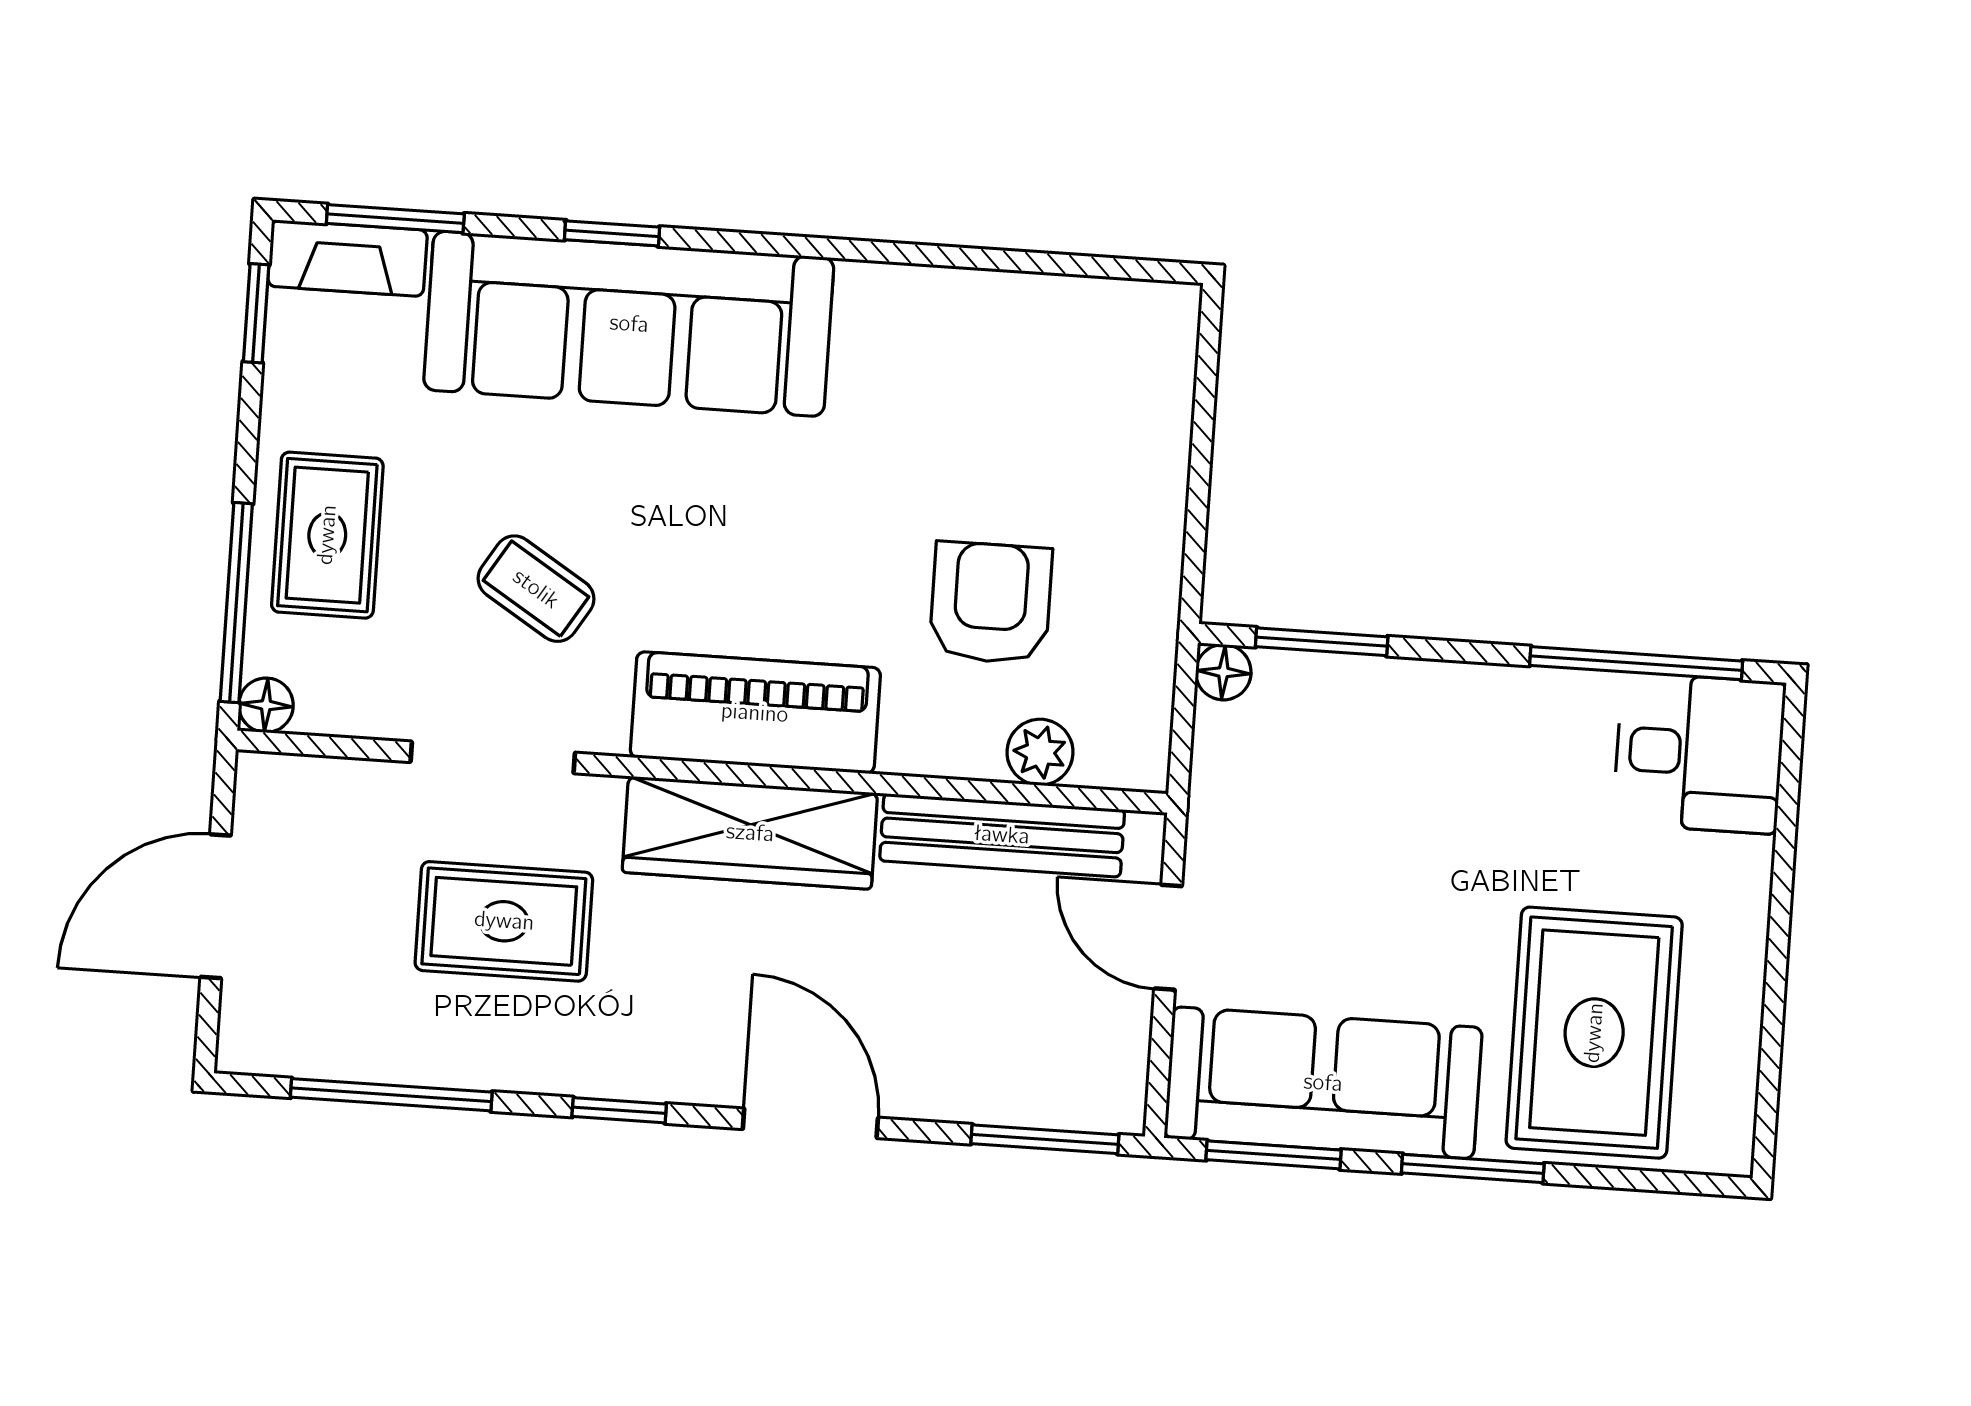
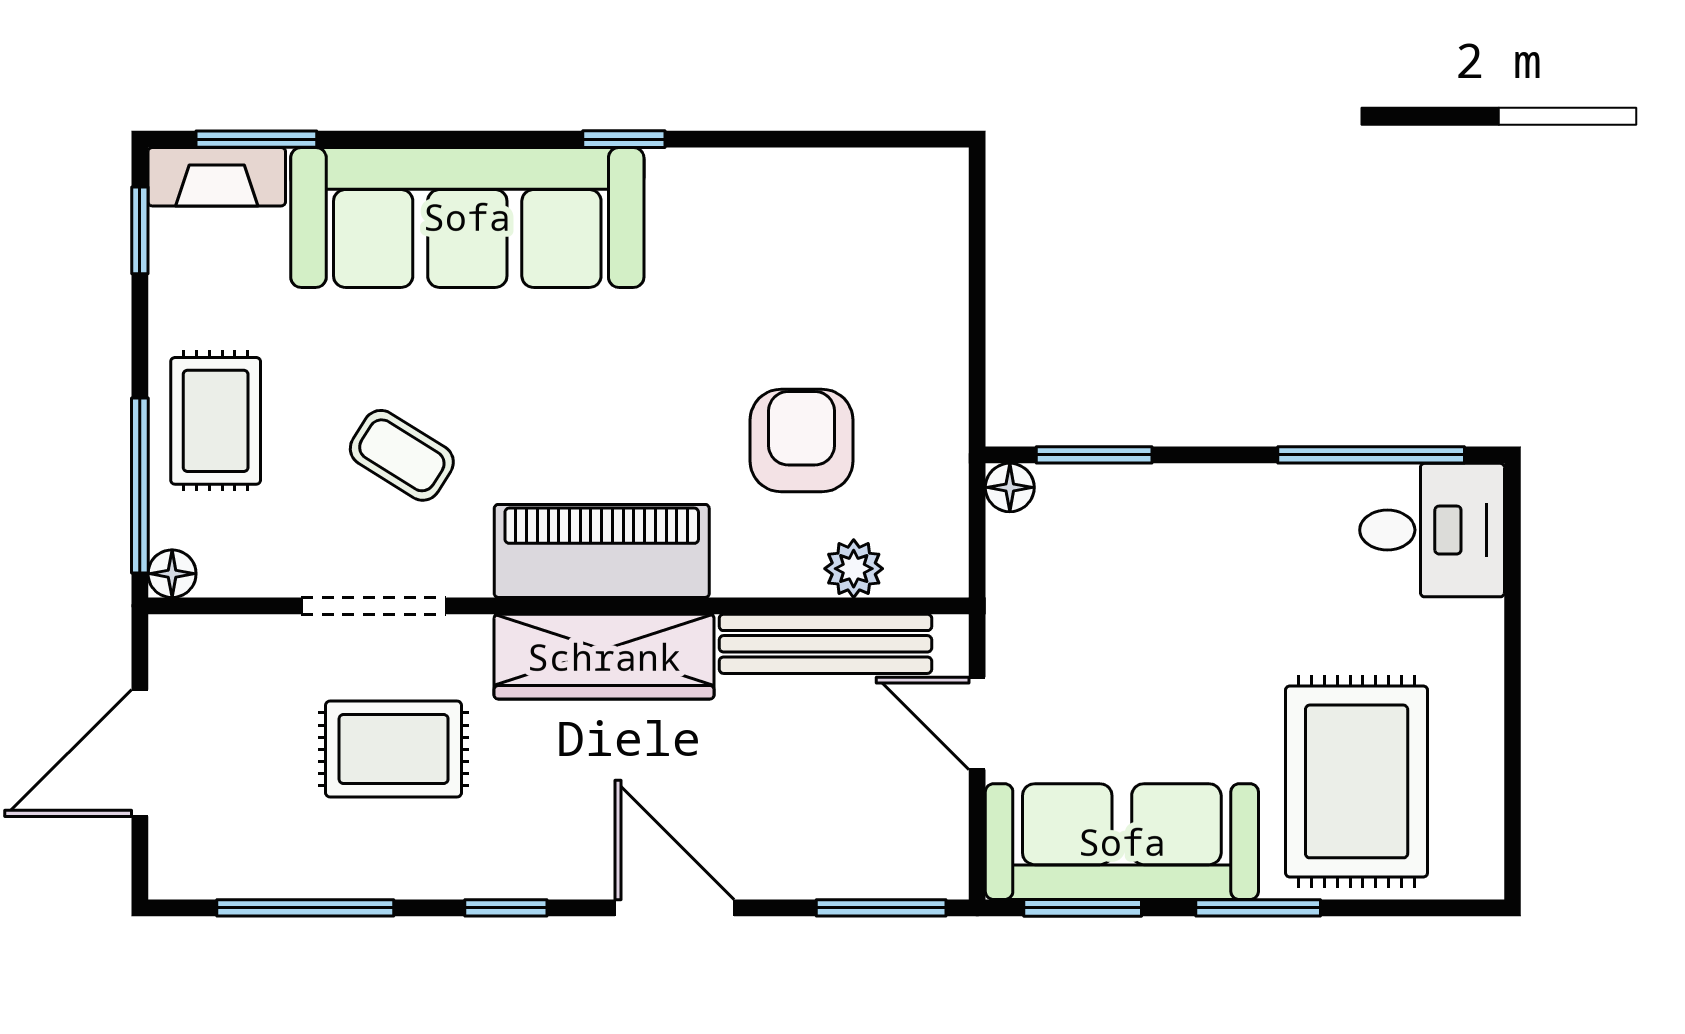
window: (612, 233) -> (624, 139), moved

